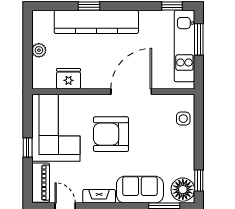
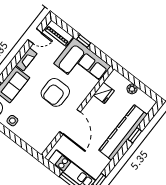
side table: (183, 119) -> (12, 121), moved
armchair: (111, 134) -> (55, 92), turned 180

